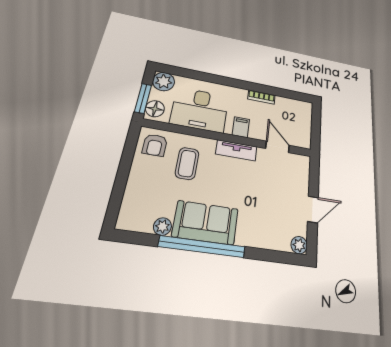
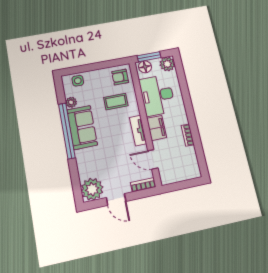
filing cabinet: (241, 127) -> (157, 128), width x2.00
door: (278, 147) -> (153, 159), swing flipped
bookcase: (304, 170) -> (143, 185), added
side table: (133, 206) -> (78, 81), added
plant: (299, 245) -> (92, 189), width x1.87, depth x1.87

